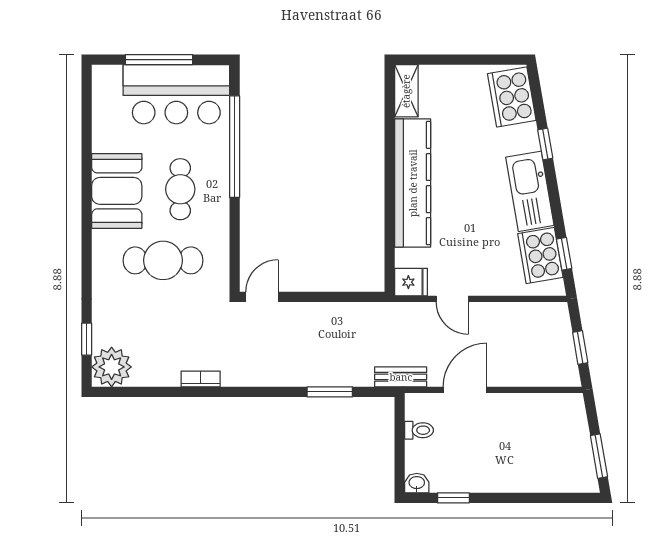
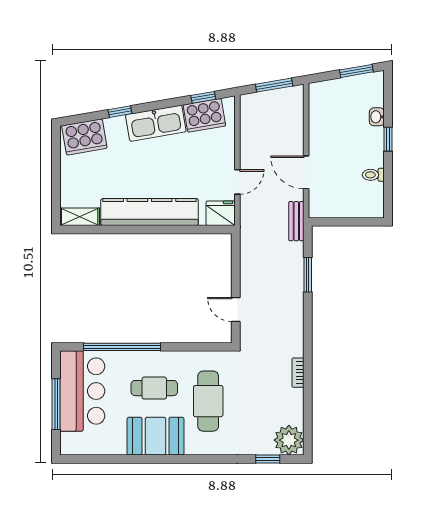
fridge: (411, 282) -> (221, 213), width x1.38
door: (262, 297) -> (236, 309), moved
window: (580, 348) -> (274, 85), width x1.50
toilet: (419, 430) -> (373, 175), moved, turned -90
washbasin: (417, 483) -> (377, 117), moved
window: (453, 498) -> (388, 139), moved

